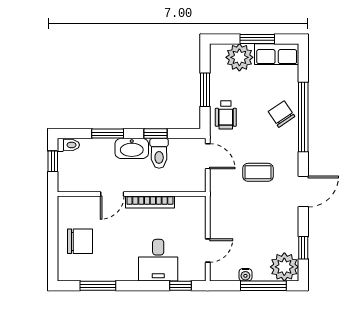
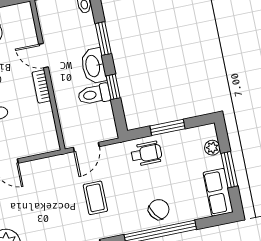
plant: (239, 57) -> (212, 148), width x0.53, depth x0.53
wheelchair: (226, 115) -> (146, 154), turned 180
door: (208, 156) -> (86, 147), moved
bookcase: (150, 202) -> (41, 87), width x0.64

